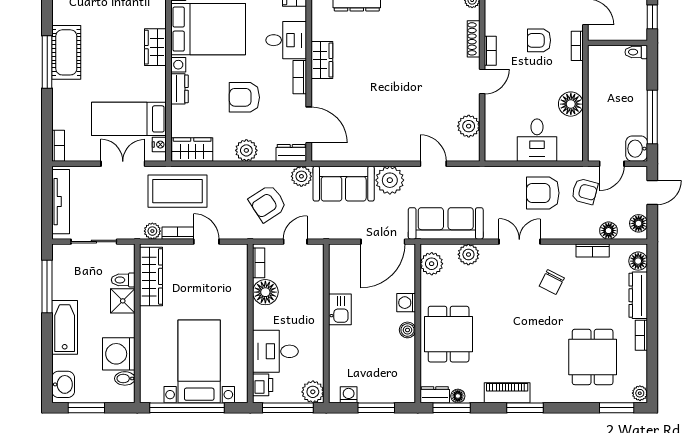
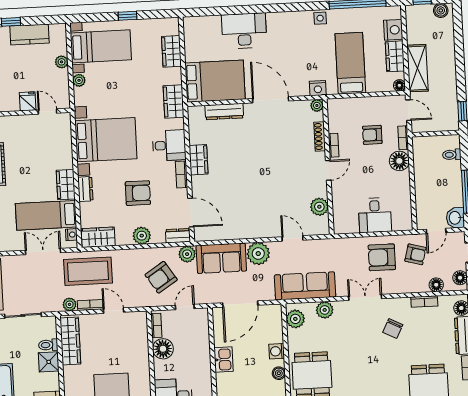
wardrobe: (155, 47) -> (66, 185), moved
toilet: (636, 52) -> (452, 155), moved
armchair: (244, 97) -> (138, 193), turned 180
floor lamp: (571, 104) -> (399, 161), moved
door: (383, 242) -> (240, 304), moved

